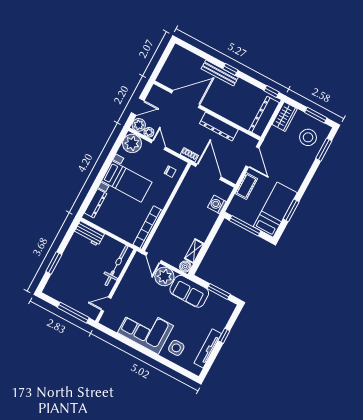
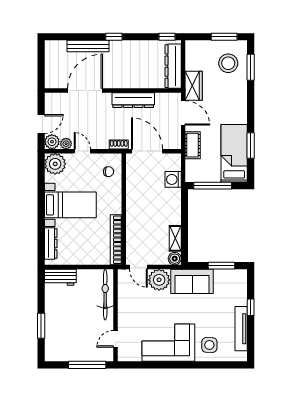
bench: (220, 73) -> (88, 46), moved
wardrobe: (285, 117) -> (194, 86), moved

